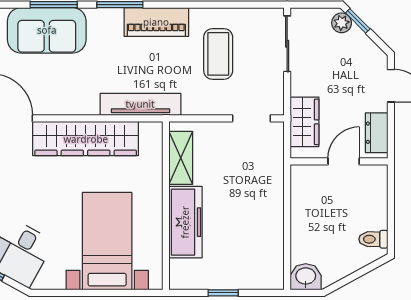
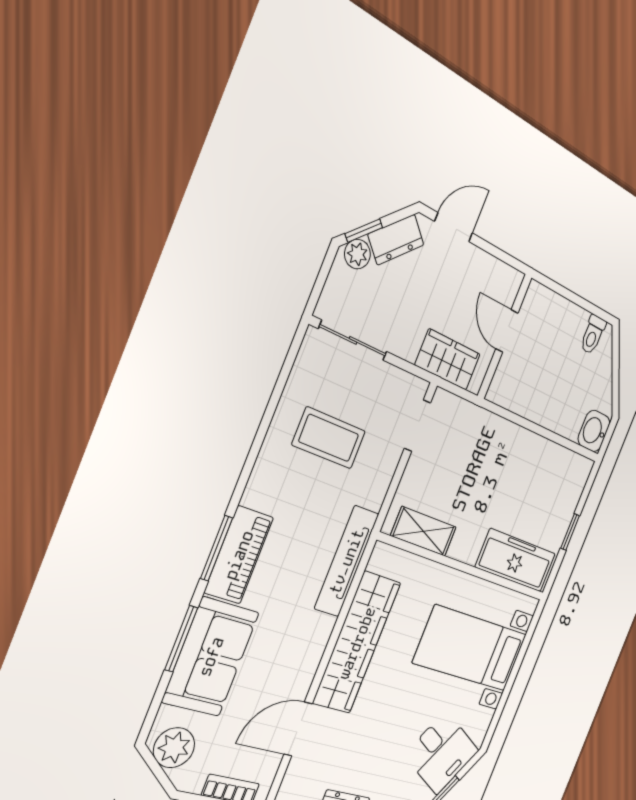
piano: (156, 22) -> (239, 555), moved
dresser: (377, 133) -> (396, 240), moved, turned -45
freezer: (185, 222) -> (516, 560), moved

